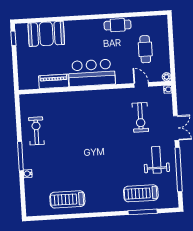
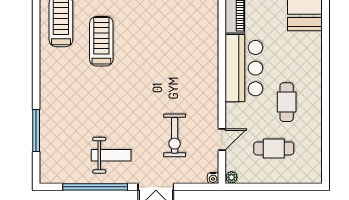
cafe table: (118, 25) -> (287, 102), moved
exercise bike: (140, 117) -> (175, 135), turned -90
treadmill: (141, 193) -> (101, 41), moved

